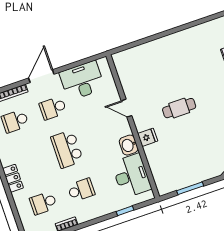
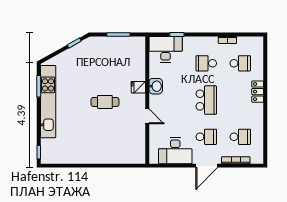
desk: (131, 176) -> (166, 49), moved, turned 90

